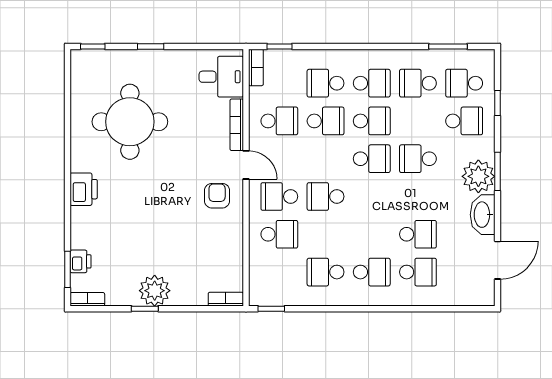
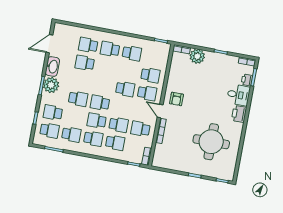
desk: (221, 77) -> (238, 95), moved, turned 180
school desk: (372, 83) -> (93, 139), turned 180
school desk: (326, 121) -> (118, 125), turned 180
school desk: (279, 234) -> (150, 75), turned 180
plant: (155, 291) -> (197, 56), moved

